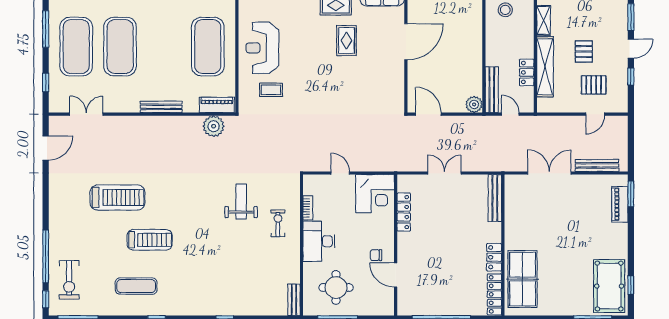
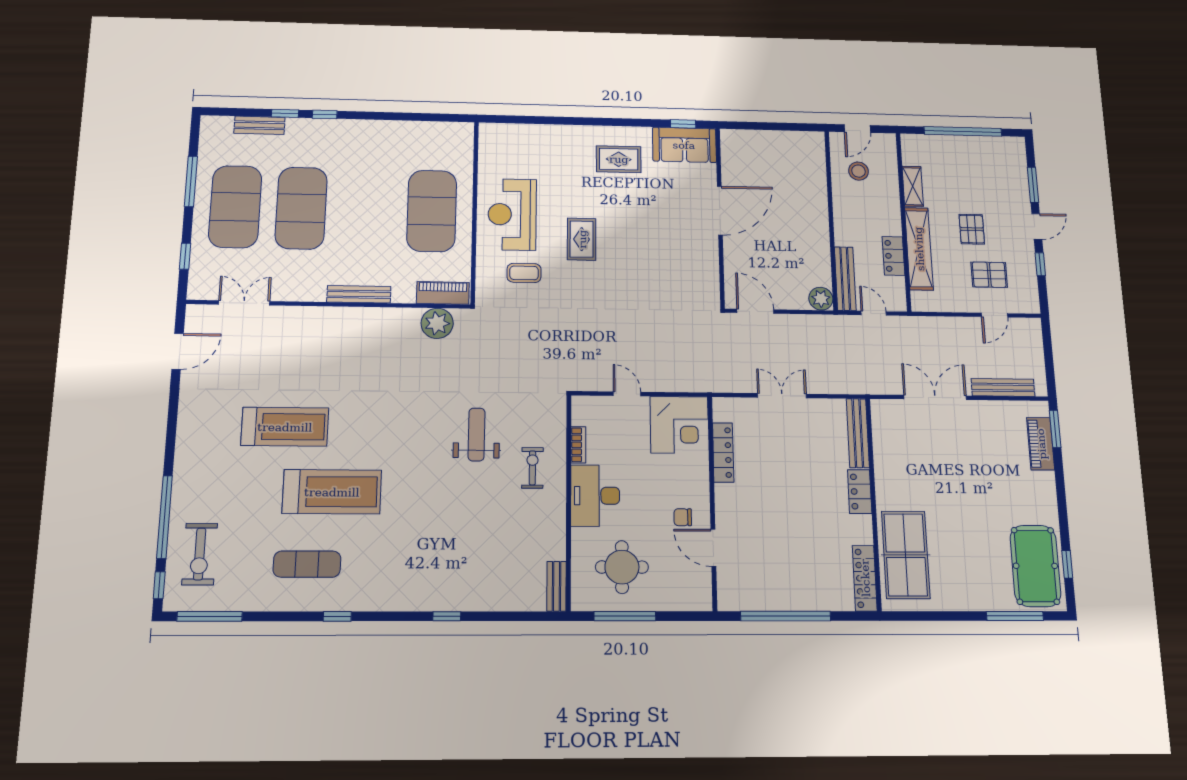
rug: (346, 40) -> (582, 239), moved
treadmill: (150, 240) -> (332, 492), width x1.37, depth x1.37
locker: (494, 257) -> (860, 492), moved

